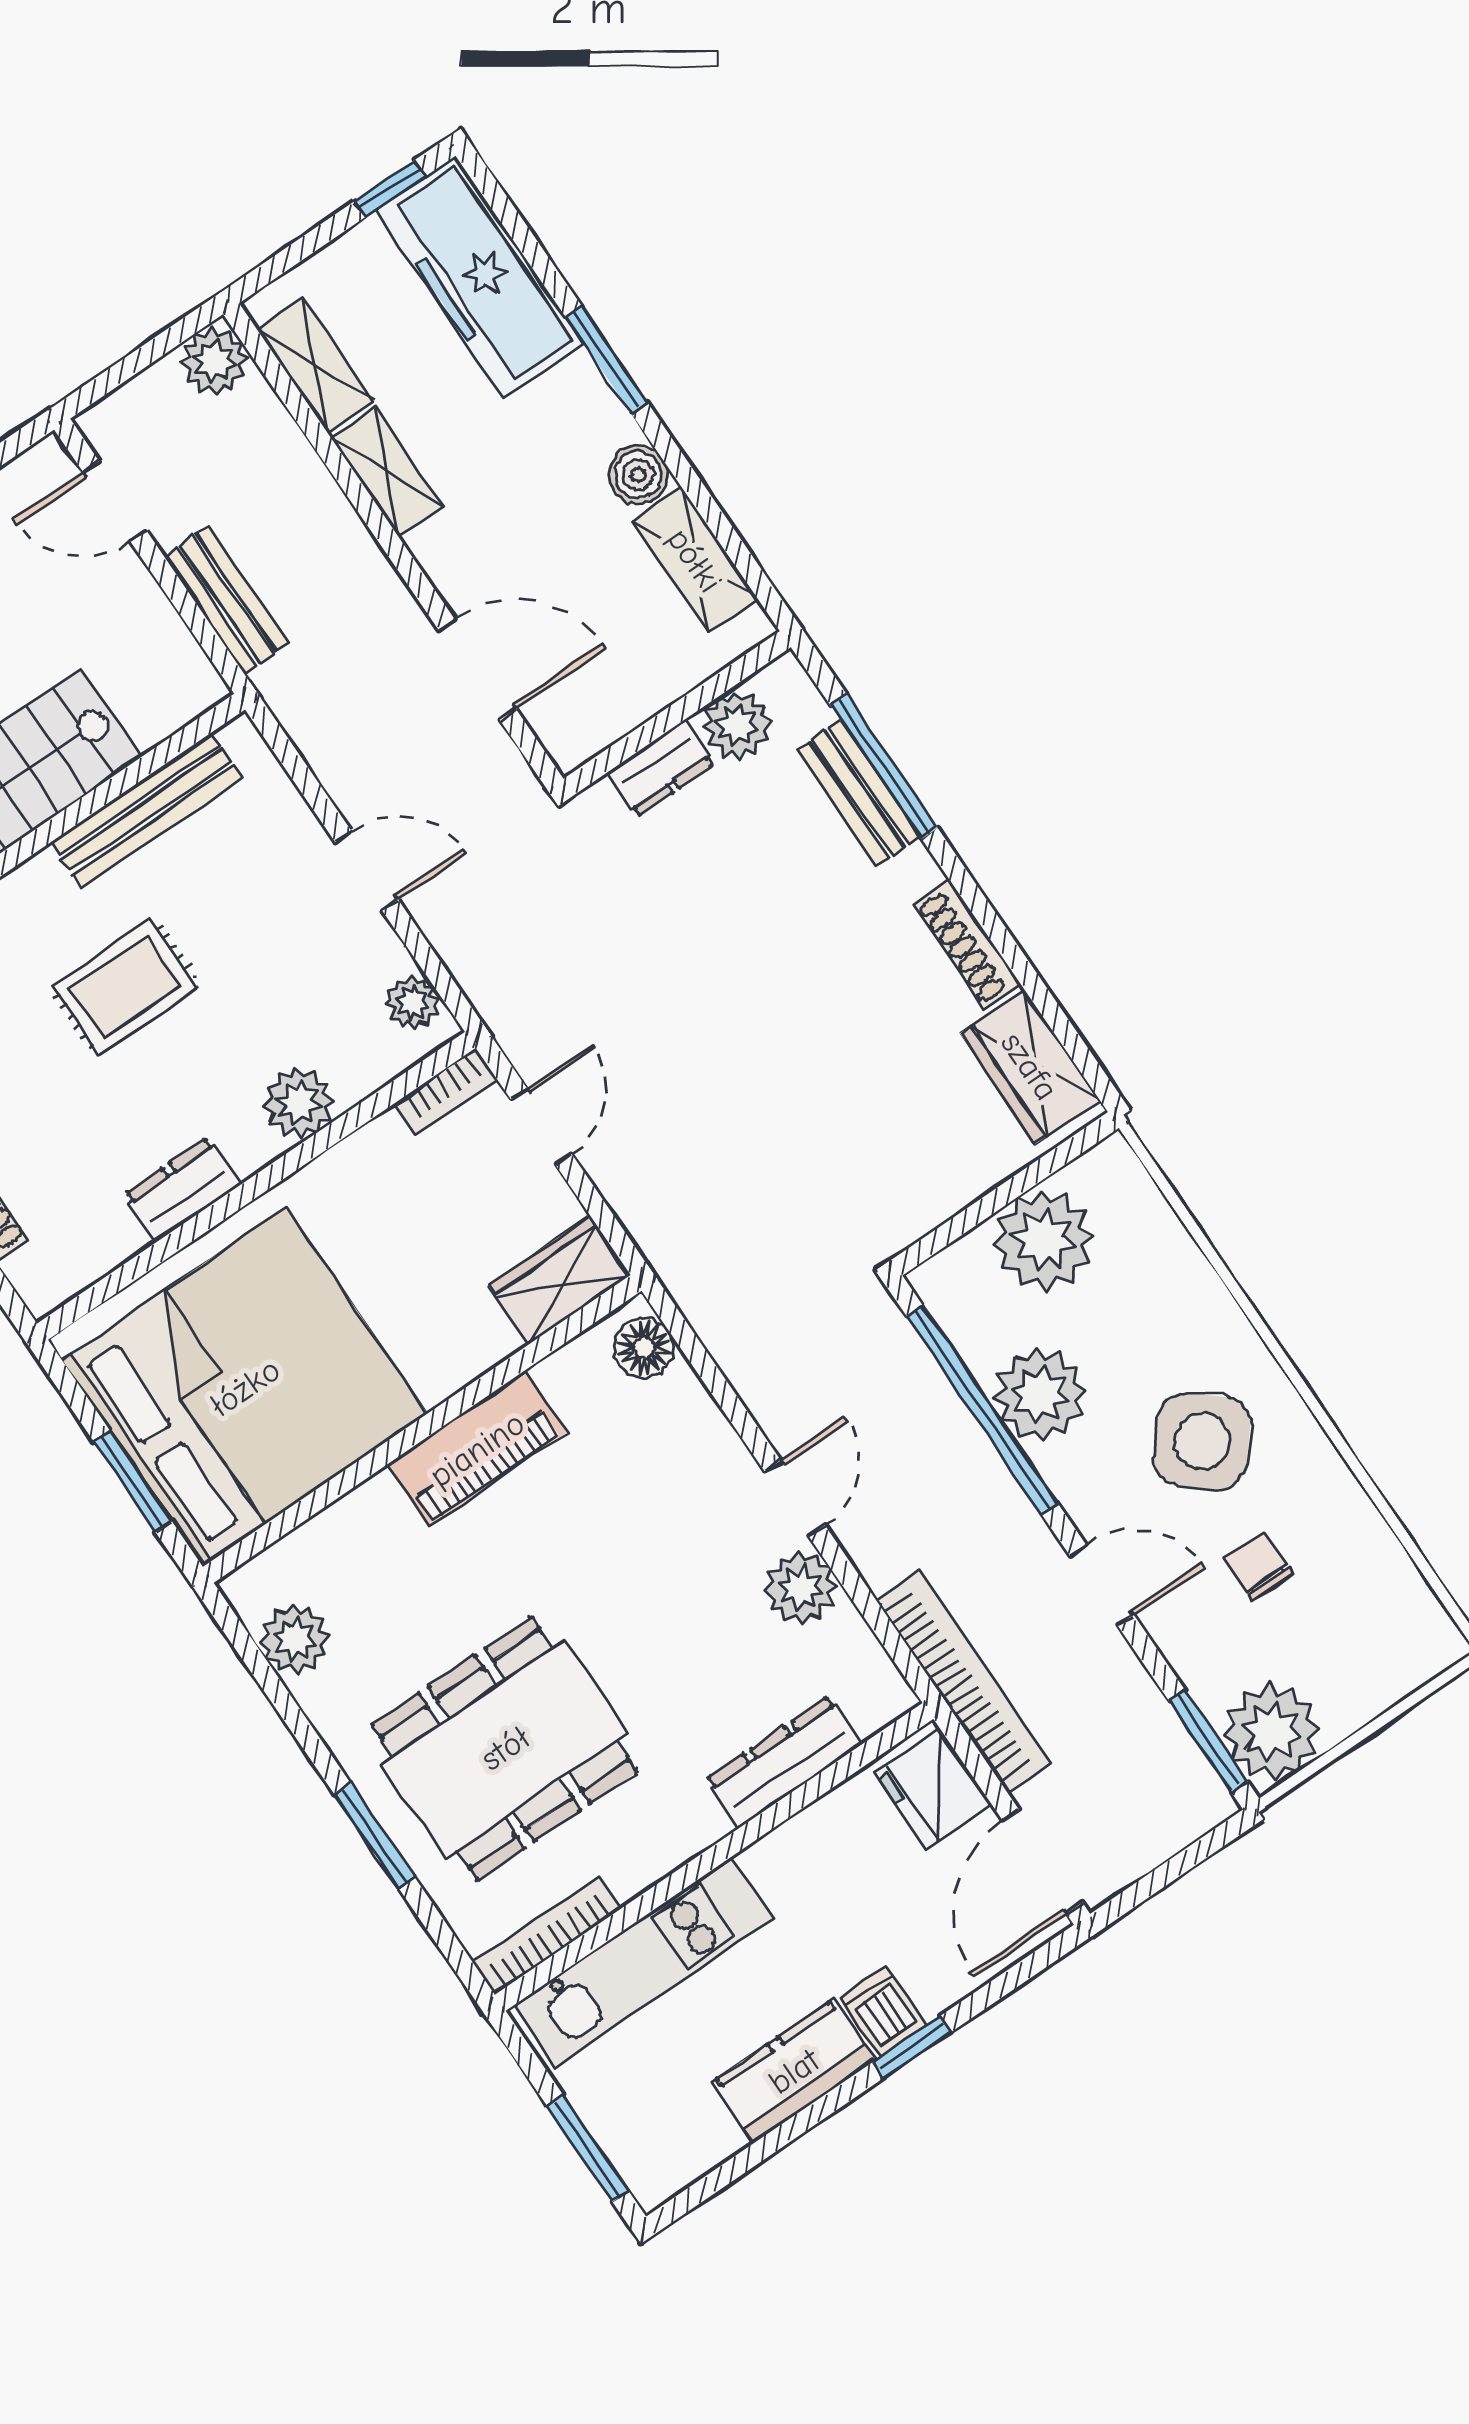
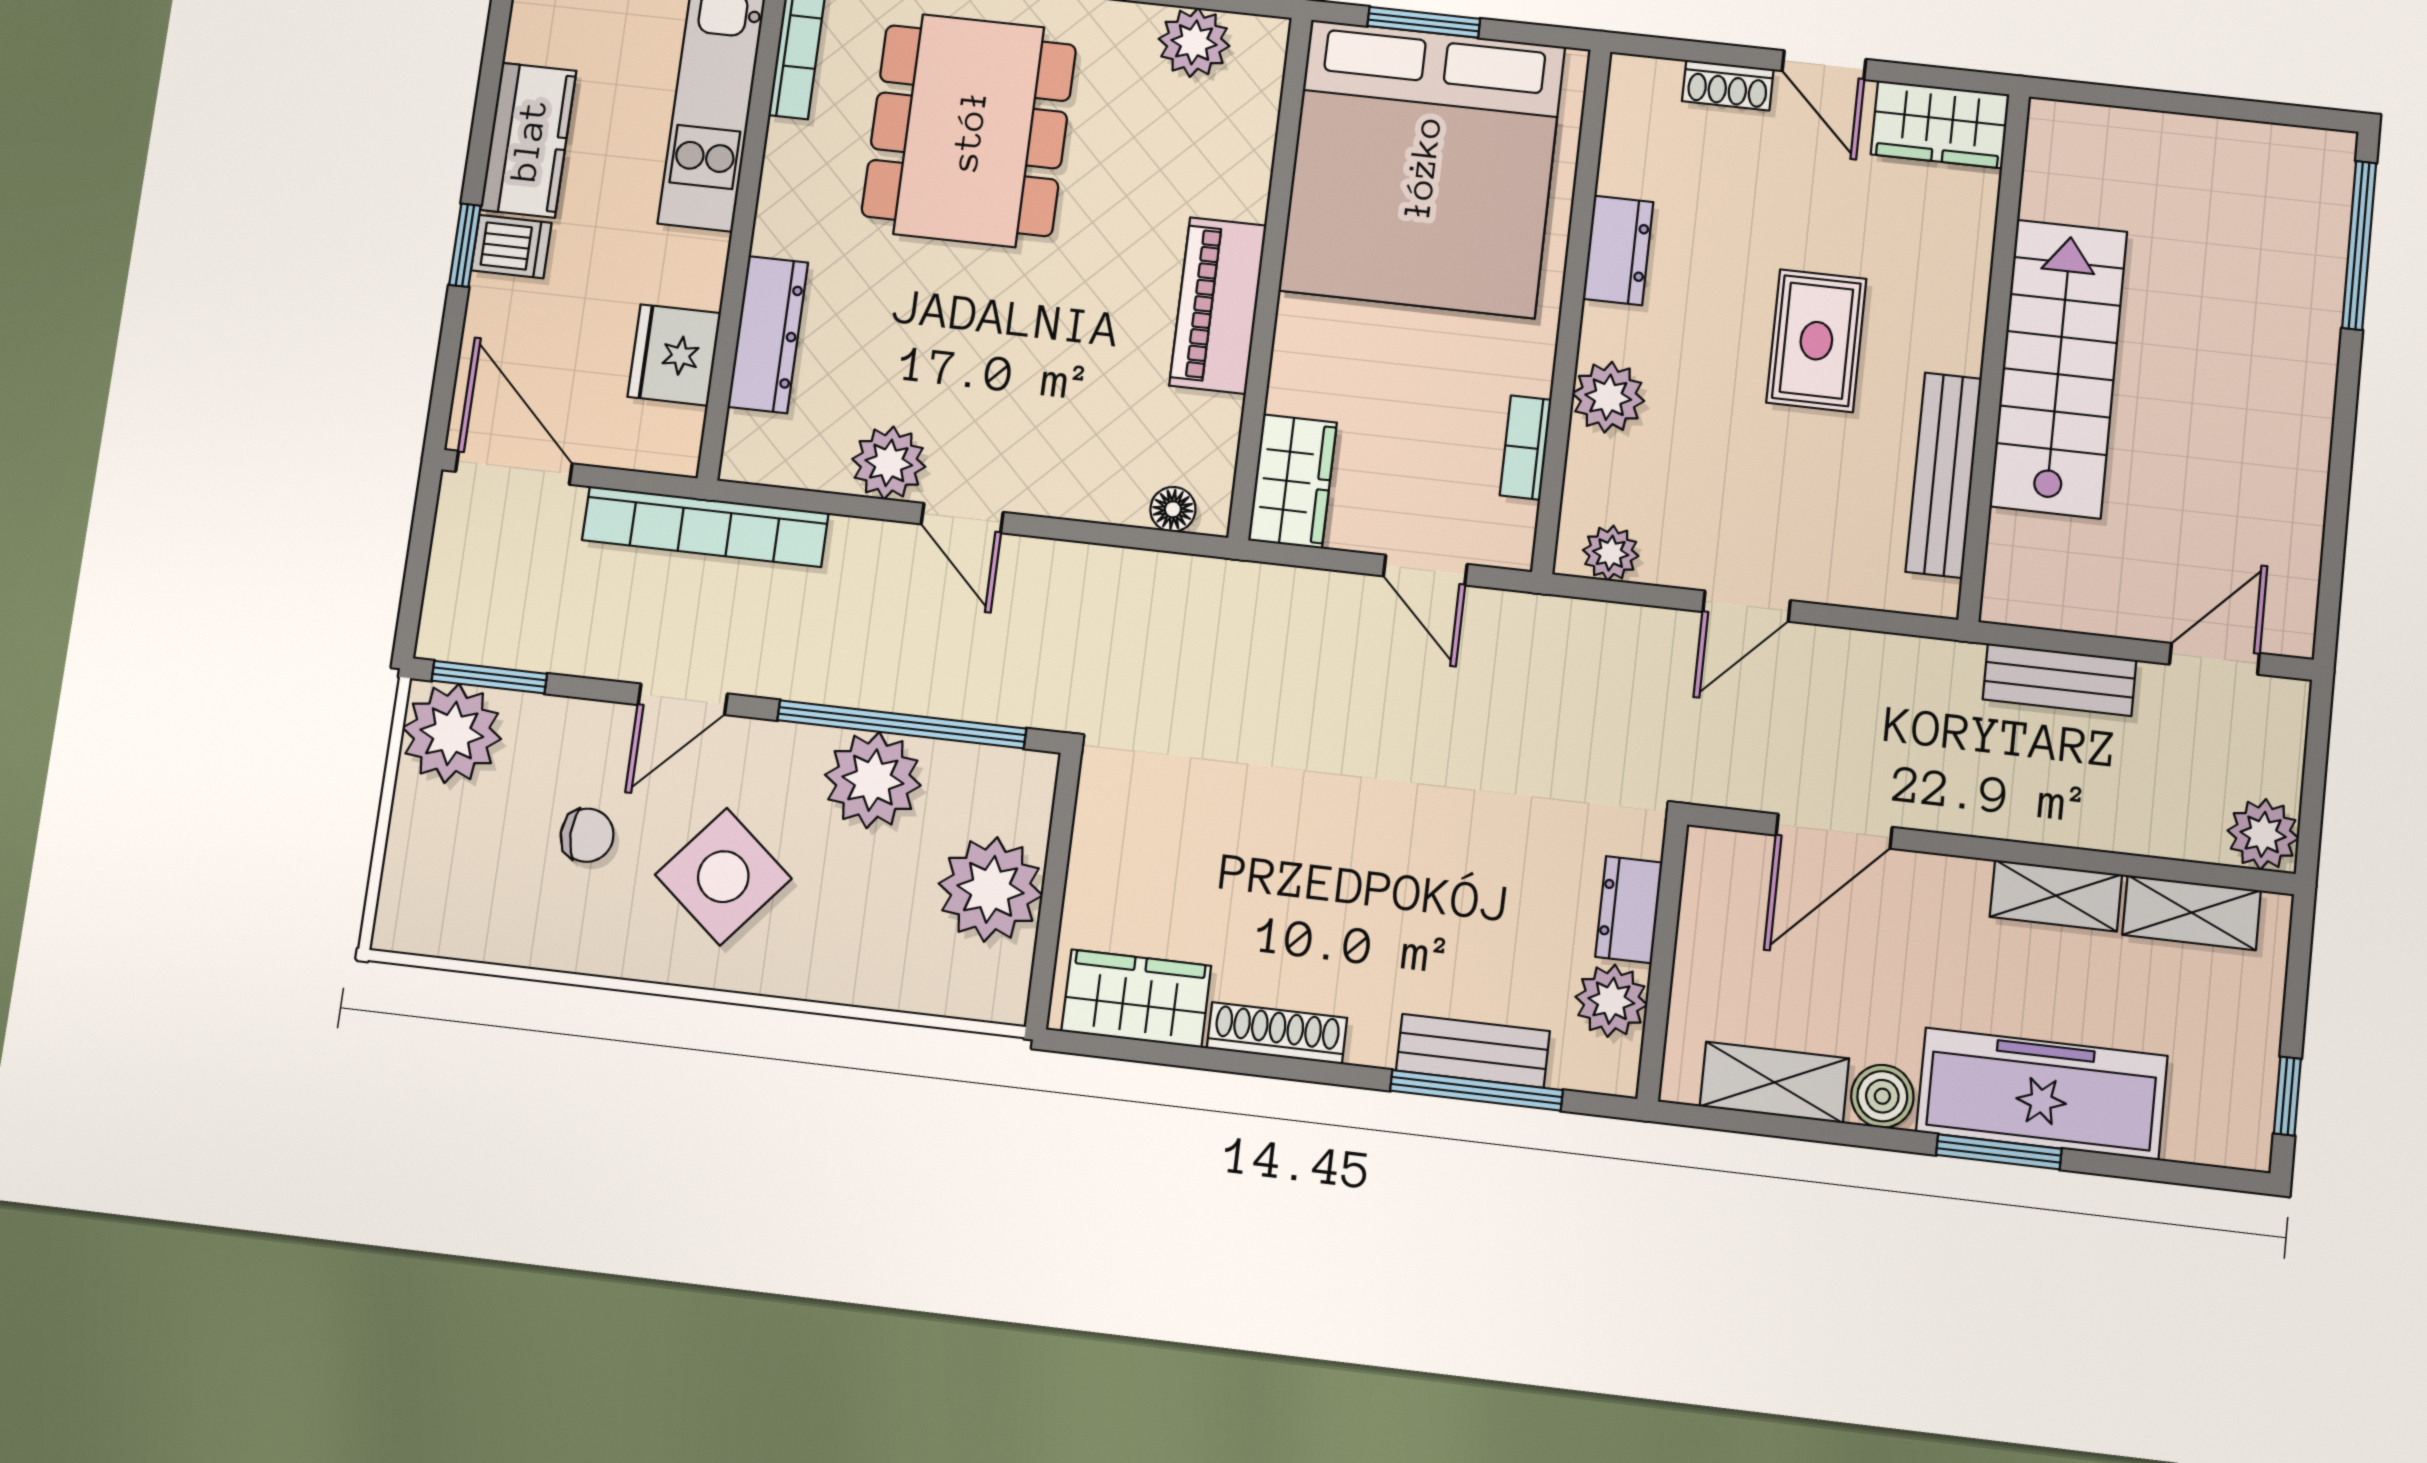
freezer: (479, 277) -> (2042, 1094), moved
bookcase: (446, 1092) -> (1526, 448), moved
floor lamp: (644, 1348) -> (1173, 509), width x0.73, depth x0.73
fridge: (933, 1789) -> (674, 355), moved, turned -90

